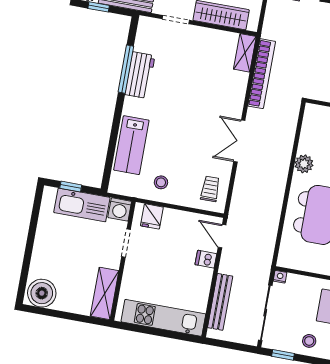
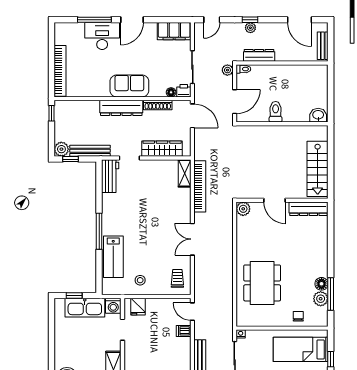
window: (126, 69) -> (99, 231), moved
workbench: (140, 75) -> (110, 176), moved
plant: (304, 164) -> (243, 209), moved

